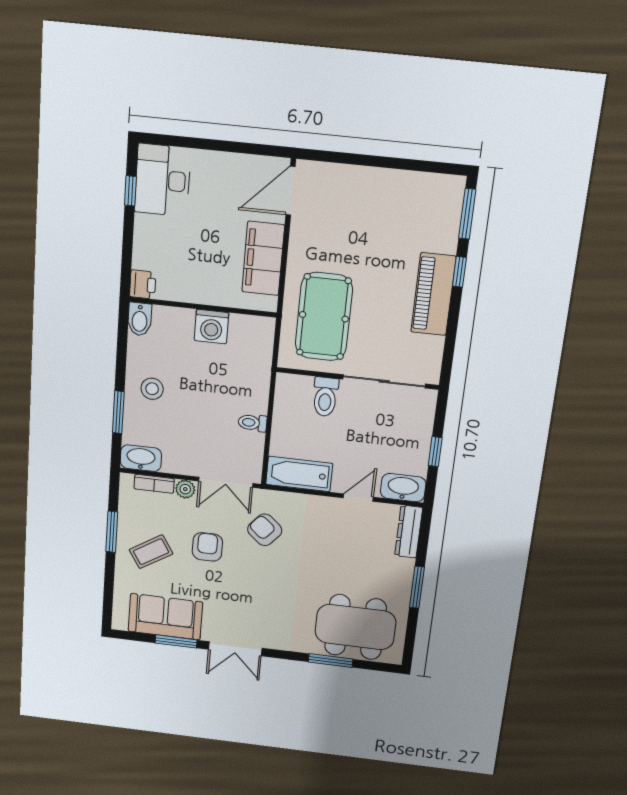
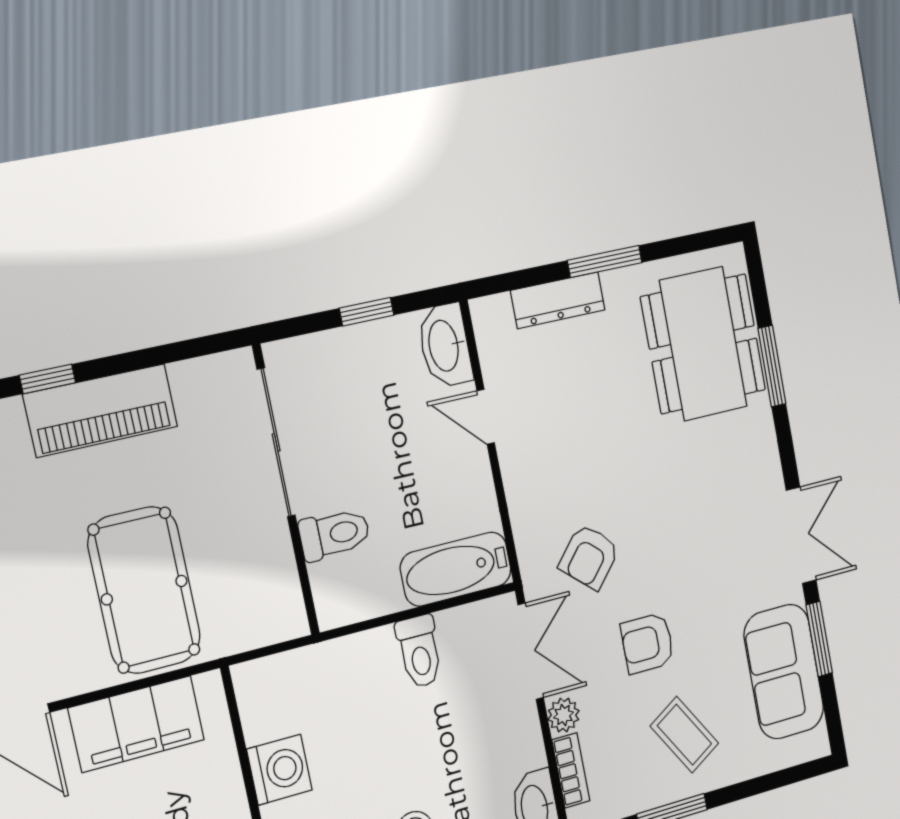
pool table: (324, 317) -> (144, 590), moved, turned 90
toilet: (253, 423) -> (419, 651), width x1.37, depth x1.39
bathtub: (299, 474) -> (456, 569), moved, turned 90
dresser: (409, 532) -> (558, 300), moved

